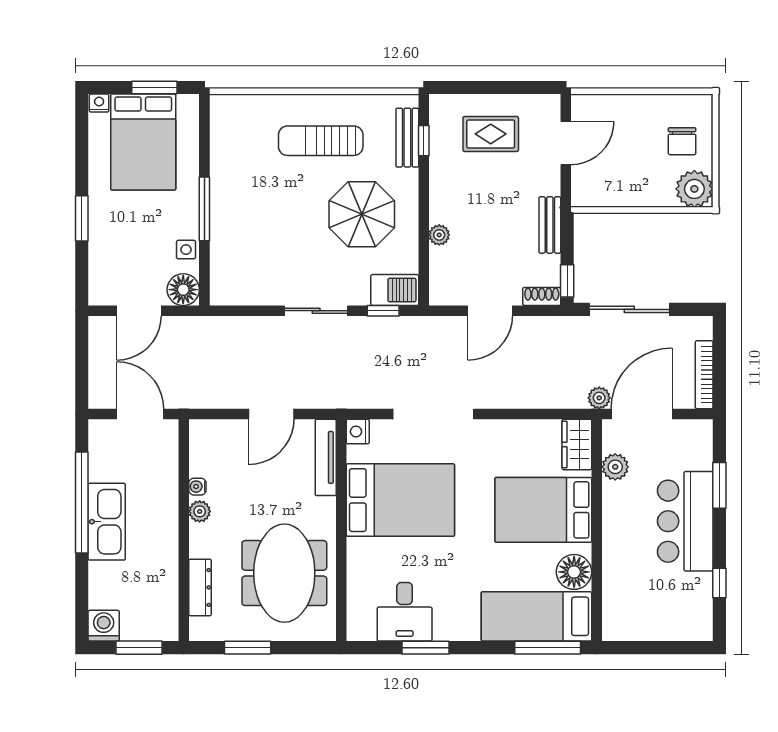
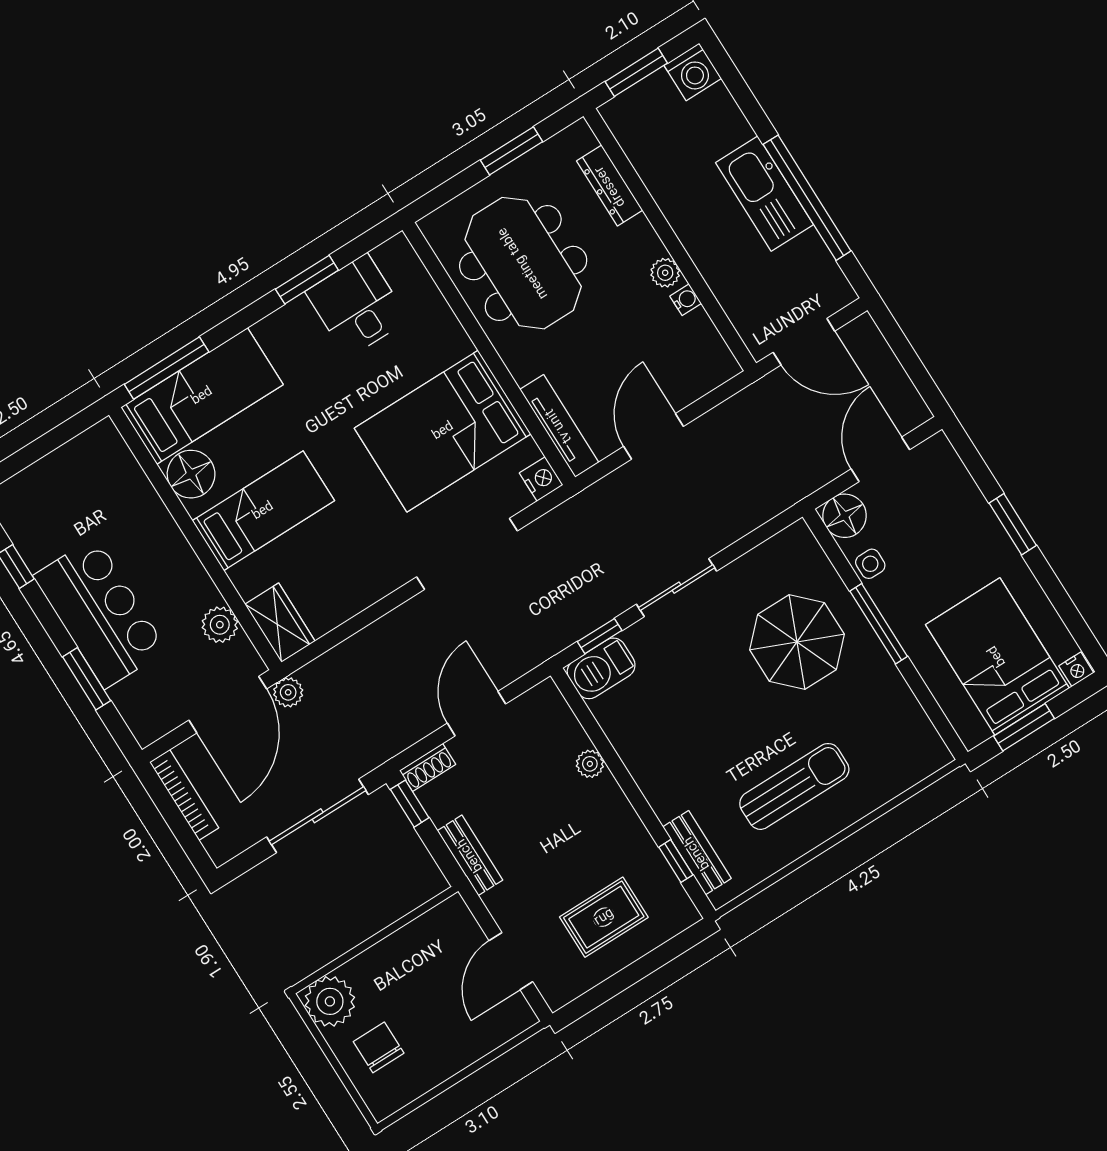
parasol: (362, 214) -> (797, 642), moved
bed: (543, 510) -> (263, 511), width x0.67

